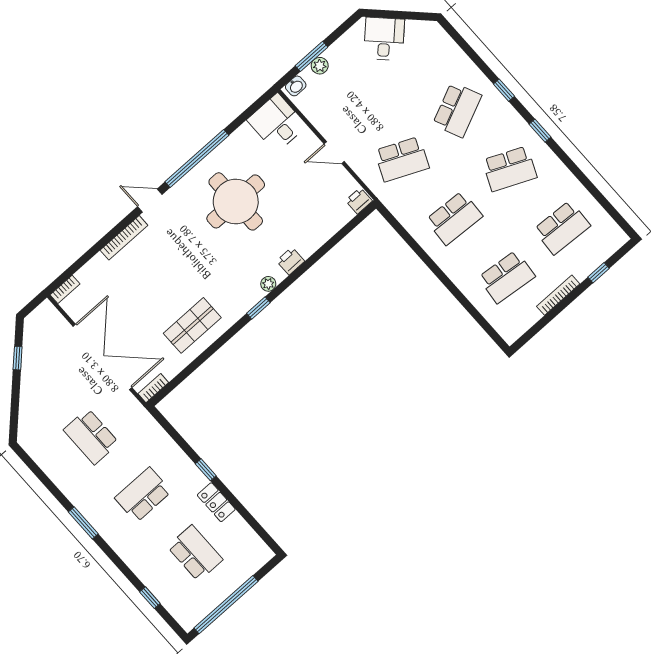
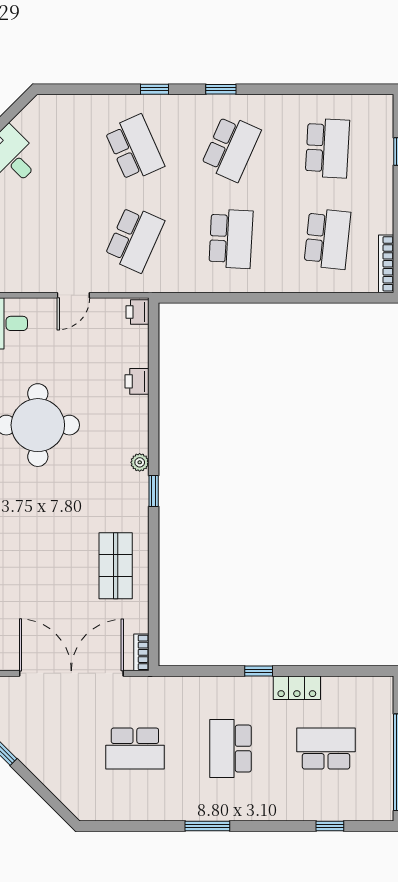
printer: (291, 261) -> (137, 381), moved
bookcase: (558, 295) -> (386, 264), moved

